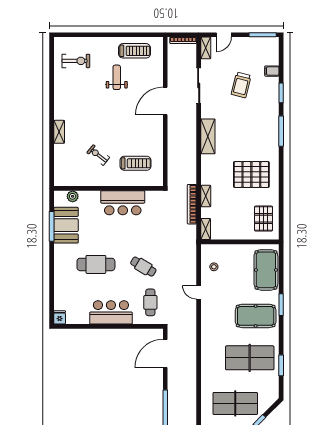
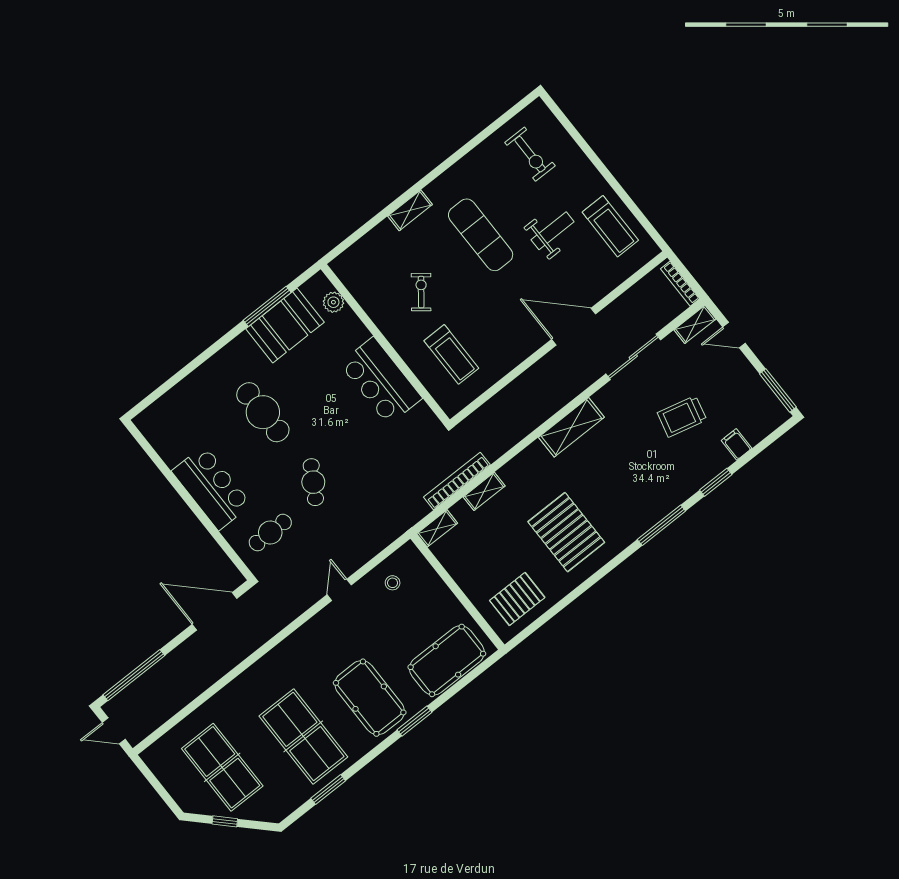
exercise mat: (94, 110) -> (481, 235), added
fridge: (60, 317) -> (146, 420), removed

